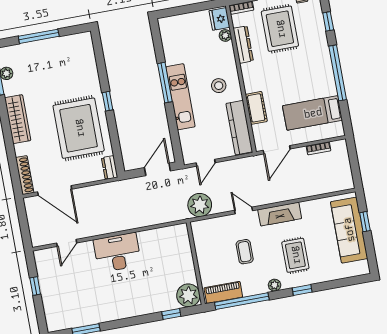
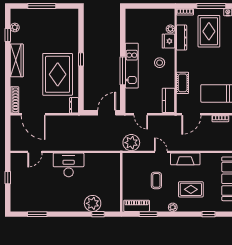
fridge: (219, 19) -> (168, 41), moved
window: (165, 83) -> (123, 71), moved
kitchen counter: (239, 128) -> (168, 100), width x0.67
door: (206, 163) -> (141, 114), hinge flipped
rug: (295, 255) -> (191, 189), turned 90
window: (302, 290) -> (208, 214), moved
plant: (188, 295) -> (93, 203), moved
window: (242, 301) -> (148, 214), width x0.47

